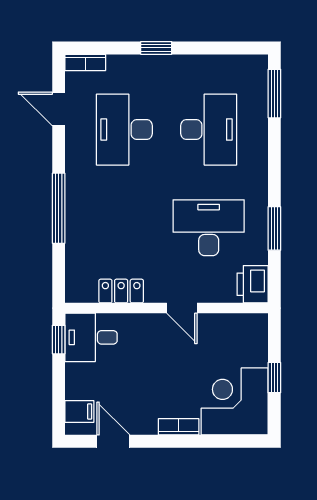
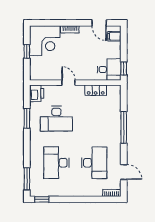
window: (156, 48) -> (42, 199), moved

